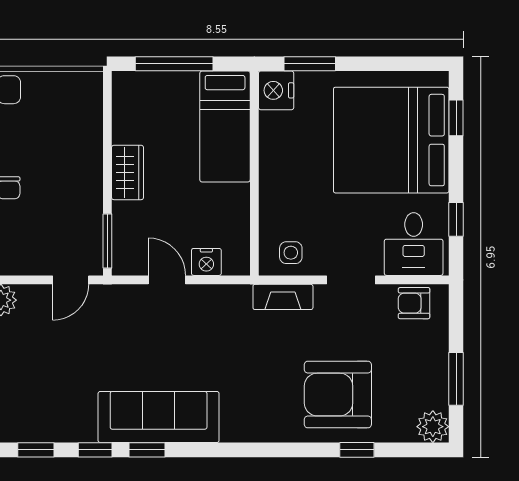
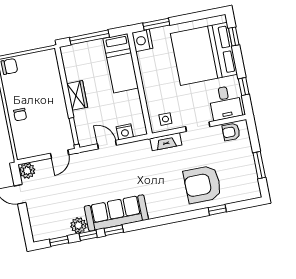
plant: (433, 427) -> (78, 225), moved

